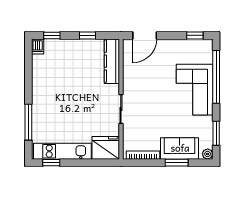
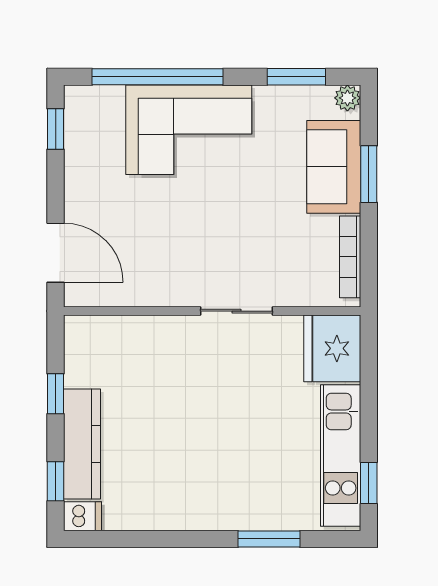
kitchen counter: (112, 61) -> (82, 444), moved, turned -90
window: (28, 122) -> (269, 539), width x0.69

